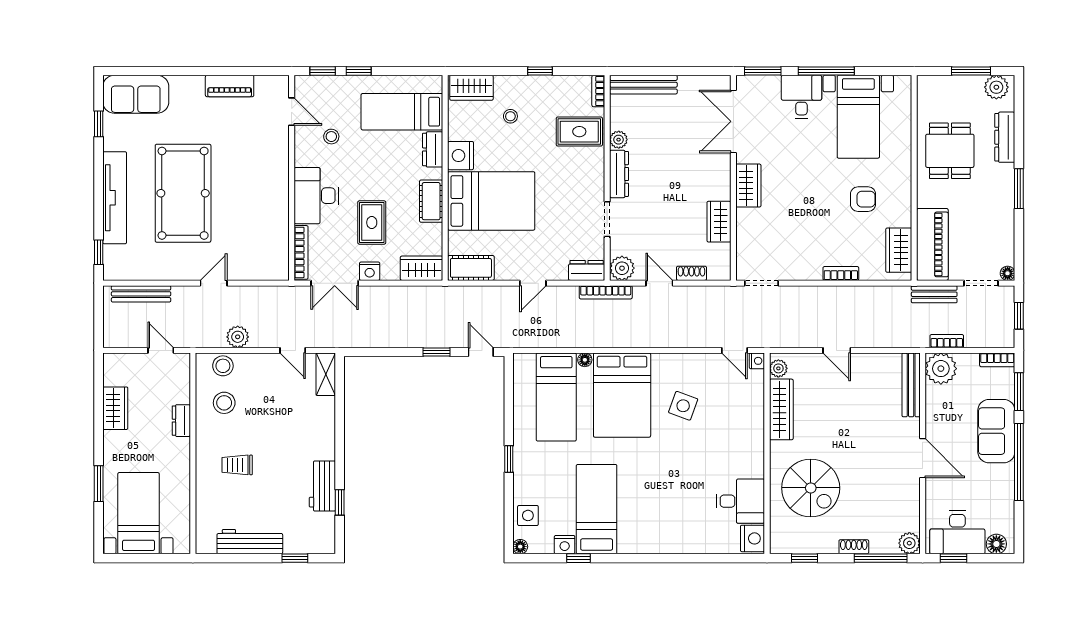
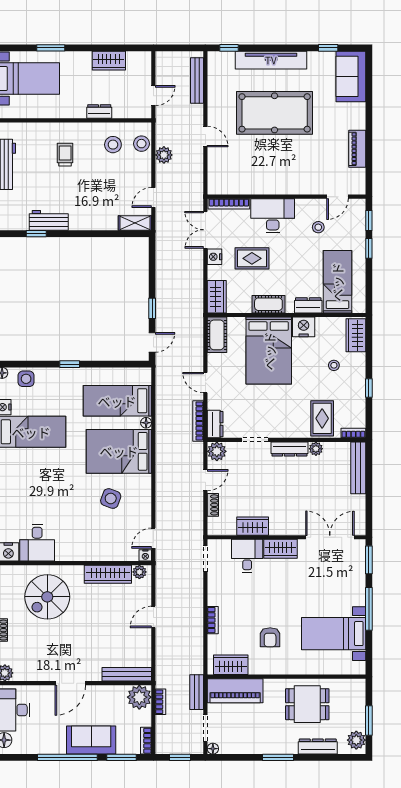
desk: (801, 97) -> (247, 556), moved, turned -90
bookcase: (606, 292) -> (198, 421), moved

